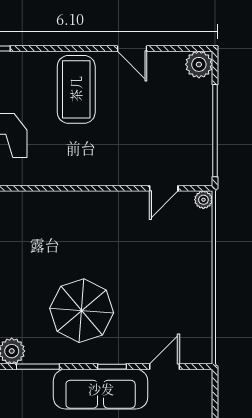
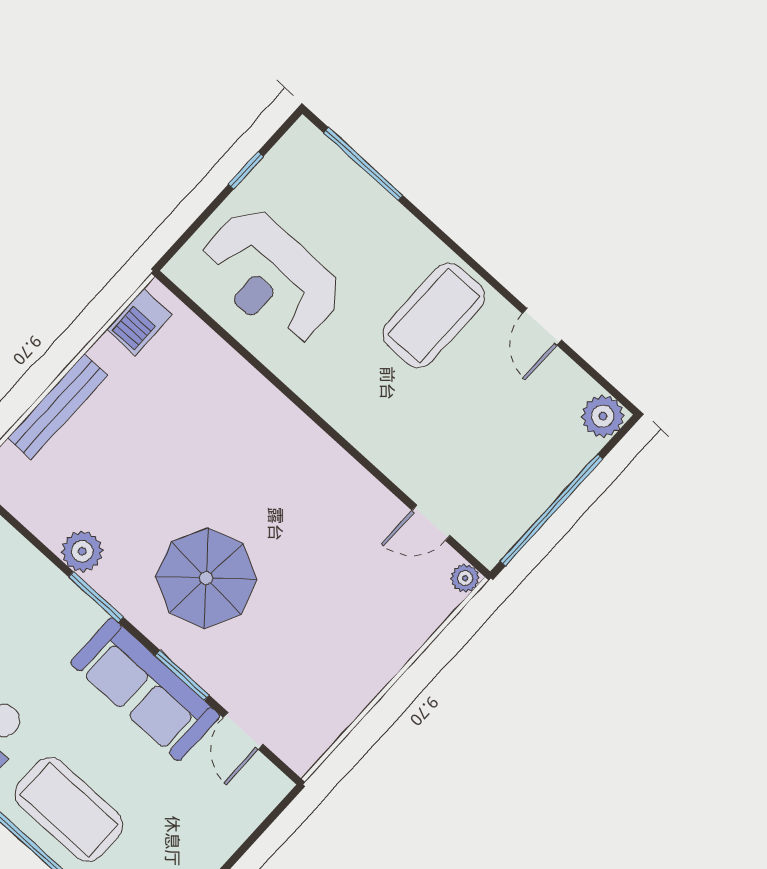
window: (112, 367) -> (182, 675), width x1.50
door: (164, 367) -> (243, 731), swing flipped

